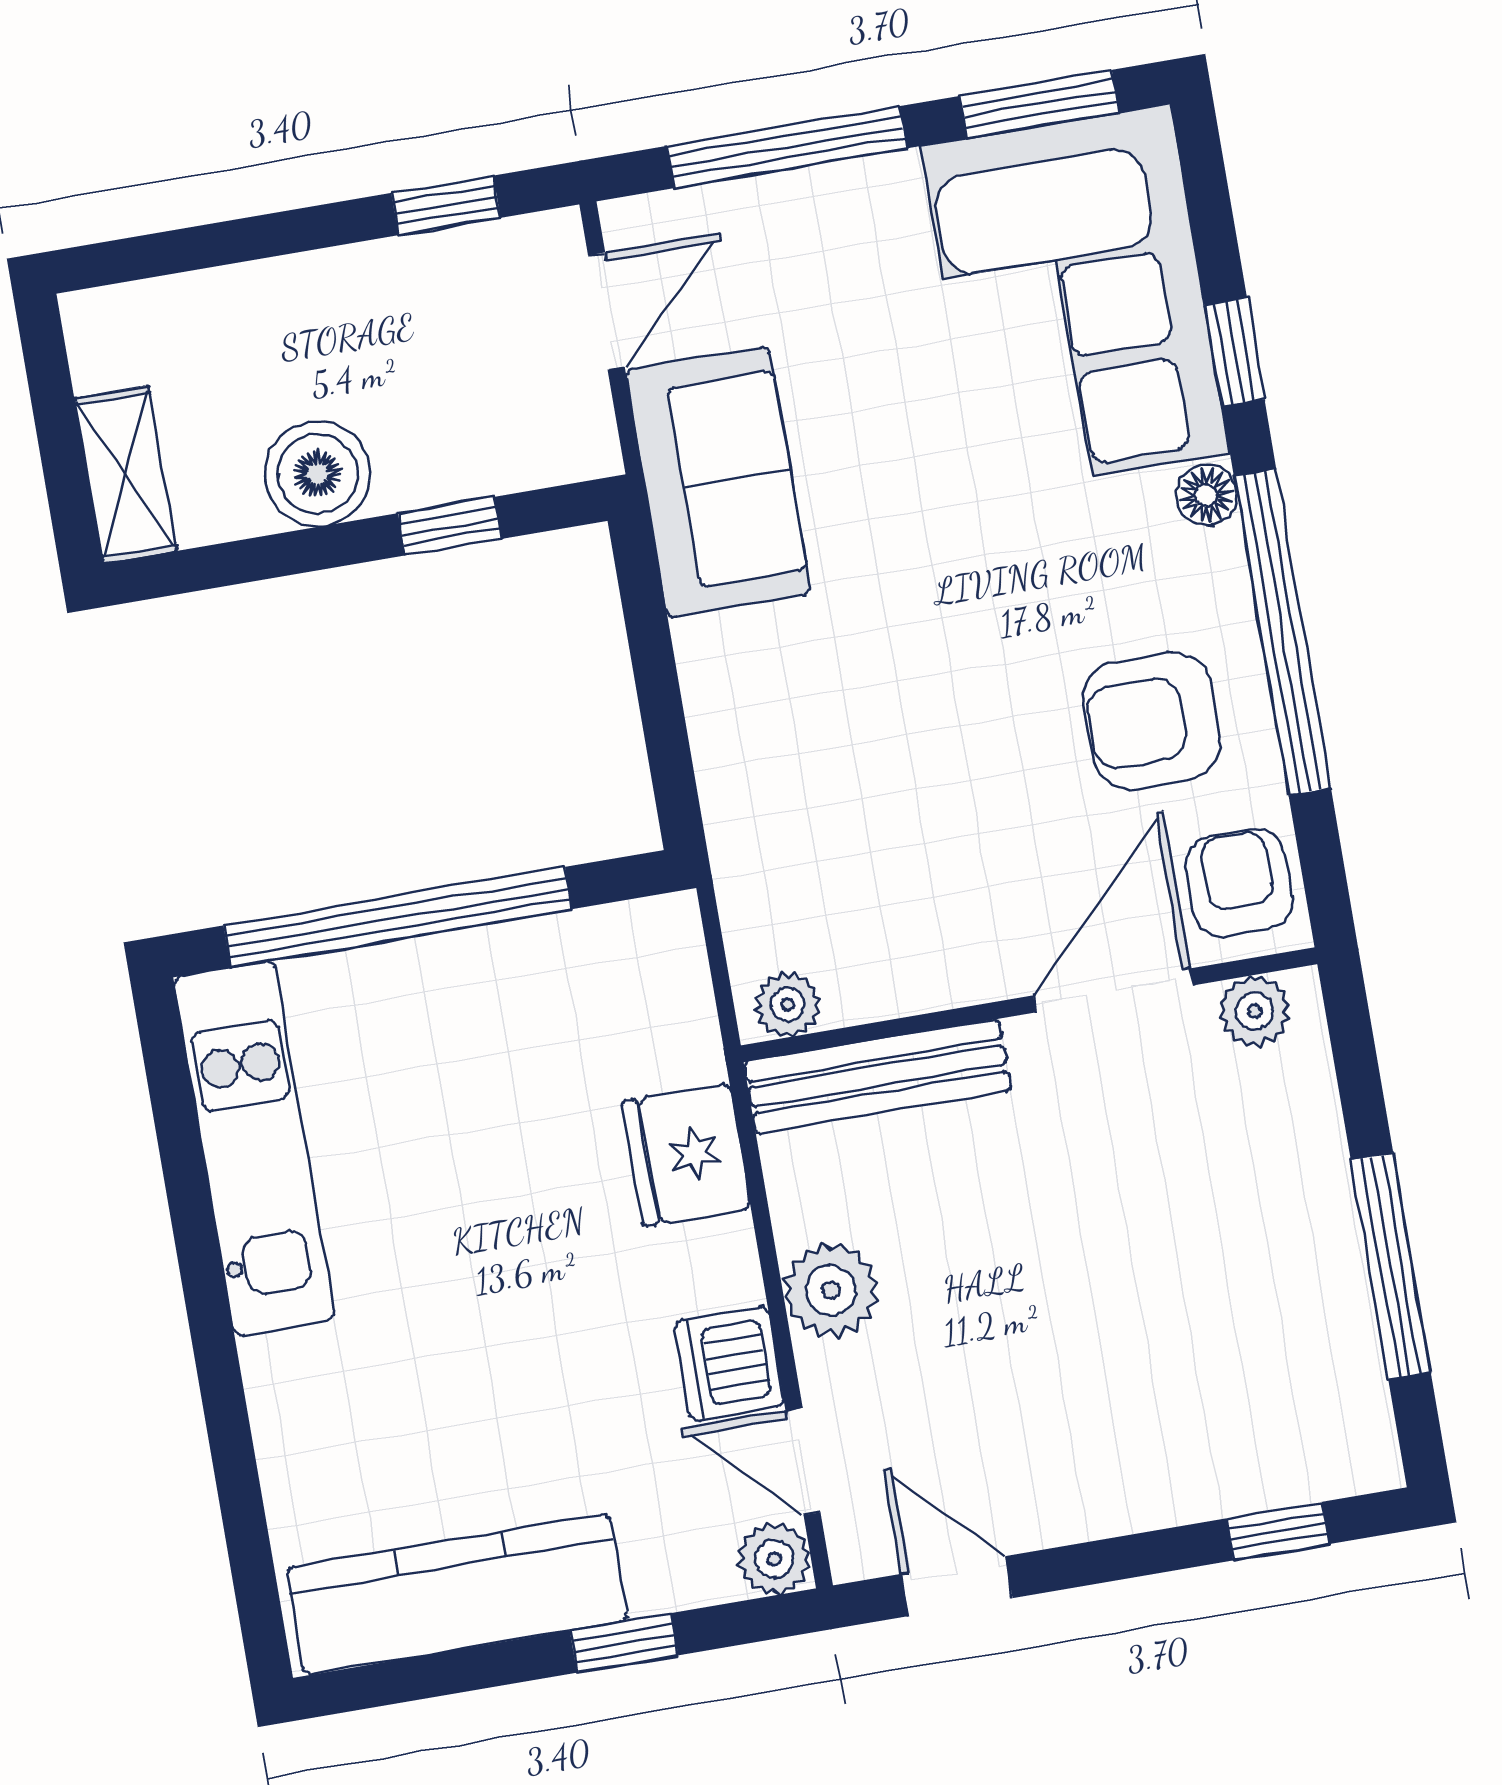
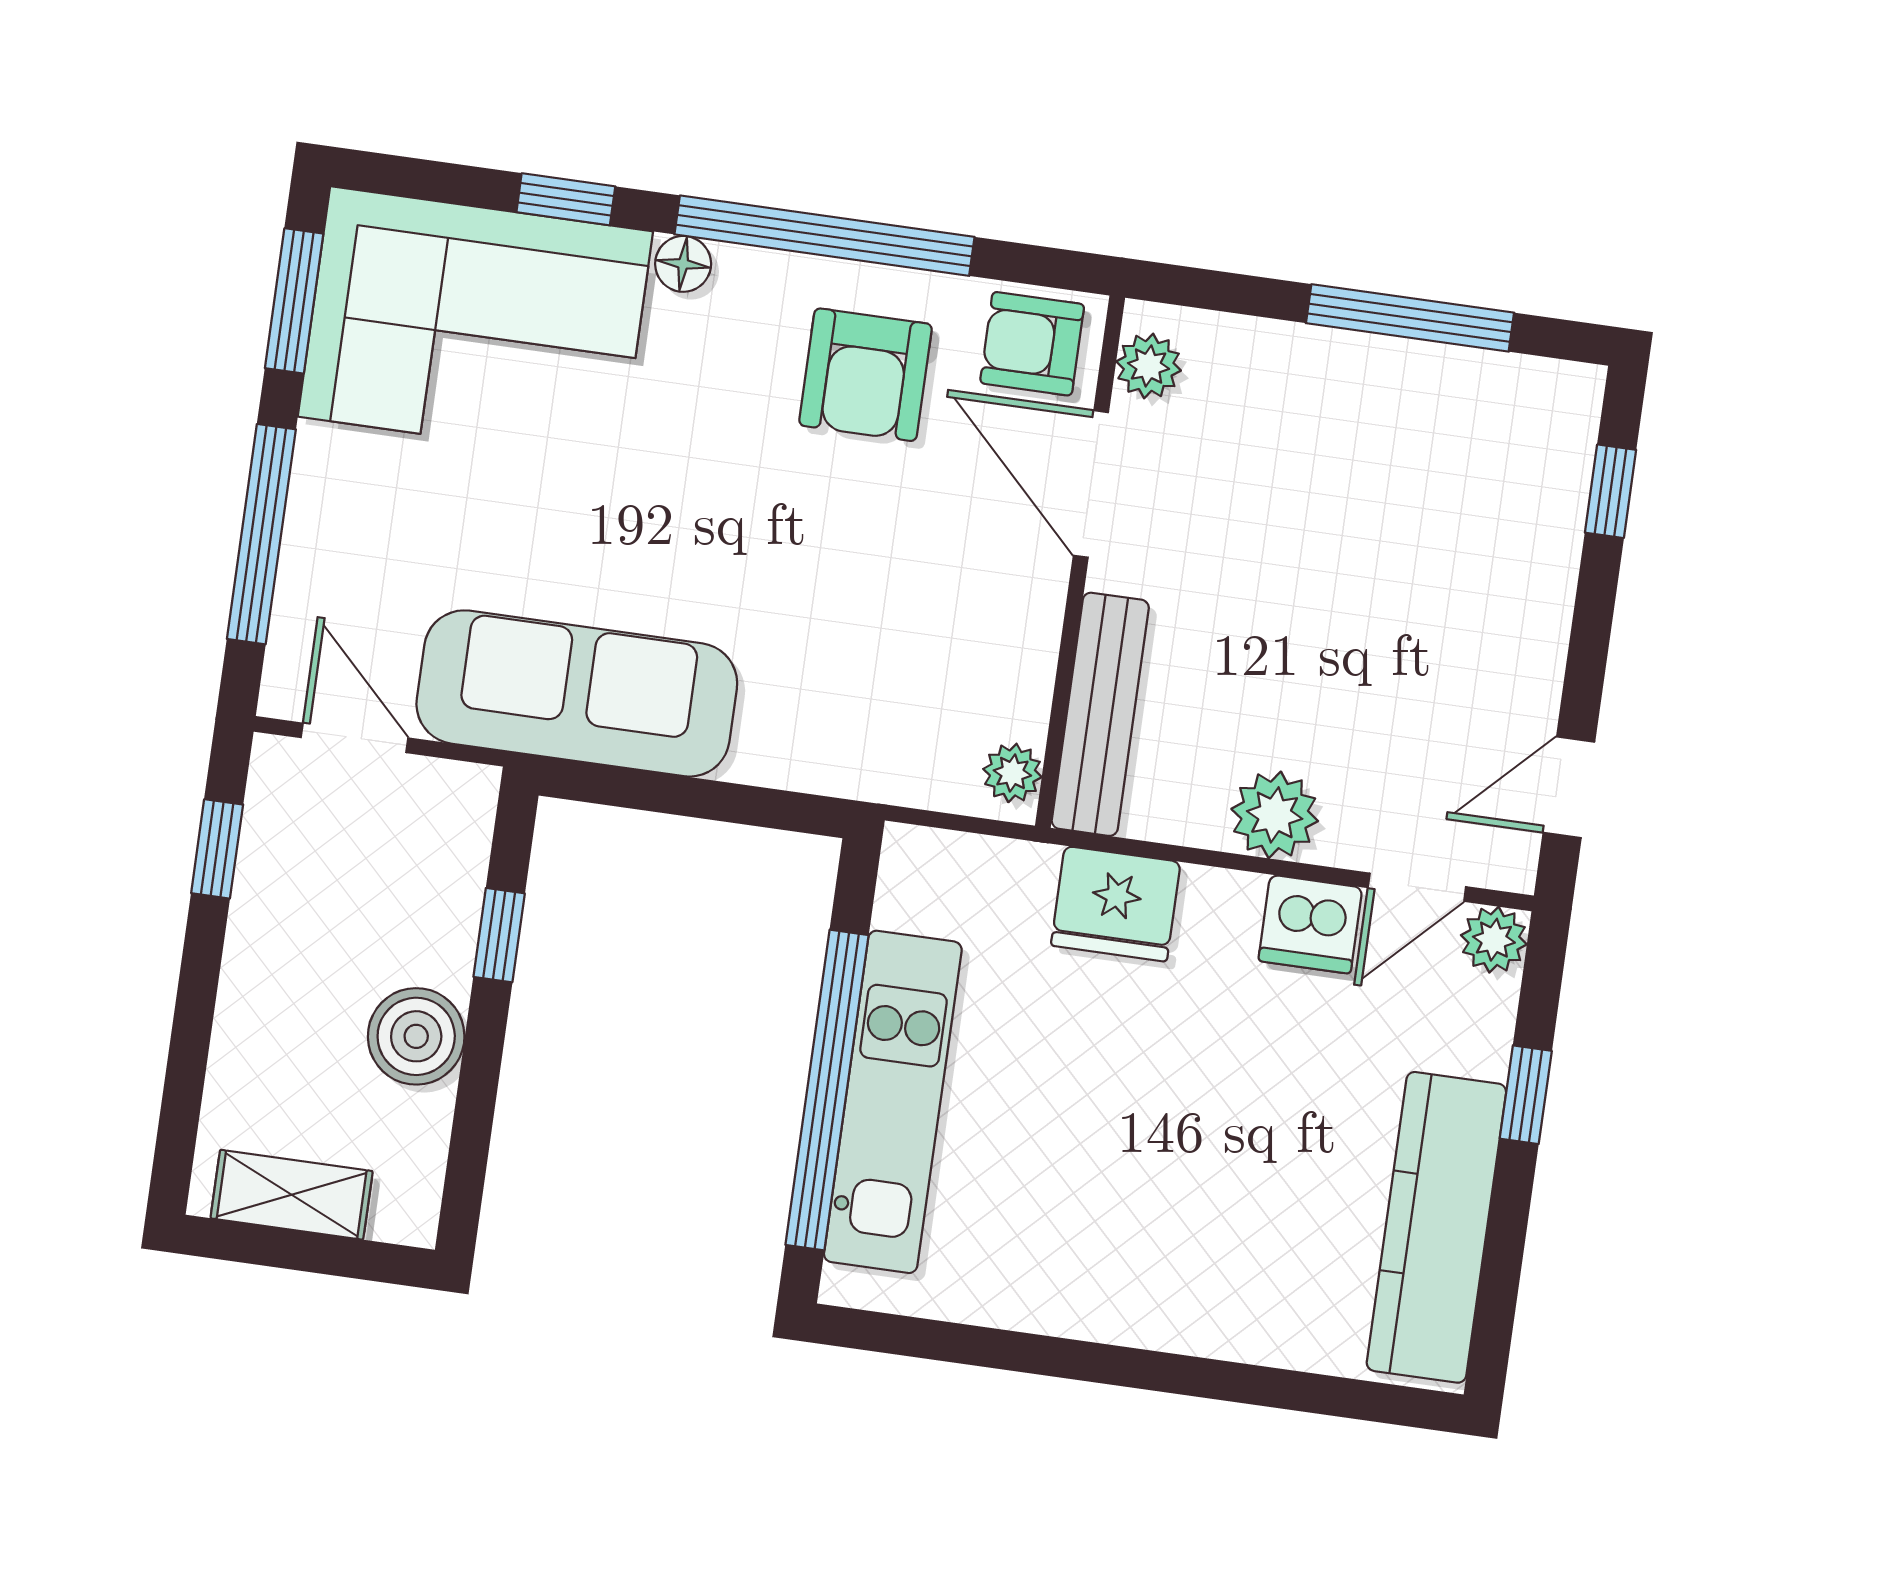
shelving: (125, 475) -> (292, 1195), moved
sofa: (718, 482) -> (577, 693), width x1.36
kitchen unit: (254, 1148) -> (893, 1102), moved, turned 90

